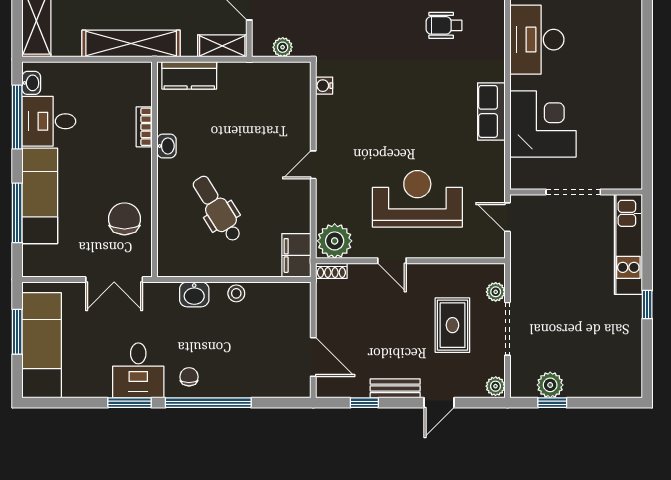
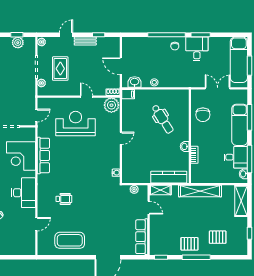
kitchen counter: (189, 75) -> (169, 177), width x1.50
row of seats: (491, 111) -> (43, 155), width x1.48
reception desk: (417, 199) -> (76, 123), turned 180
door: (507, 217) -> (36, 116), hinge flipped
filing cabinet: (296, 255) -> (128, 94), width x0.50
double door: (114, 280) -> (218, 88), moved
washbasin: (194, 294) -> (135, 82), moved
door: (313, 357) -> (121, 66), moved

